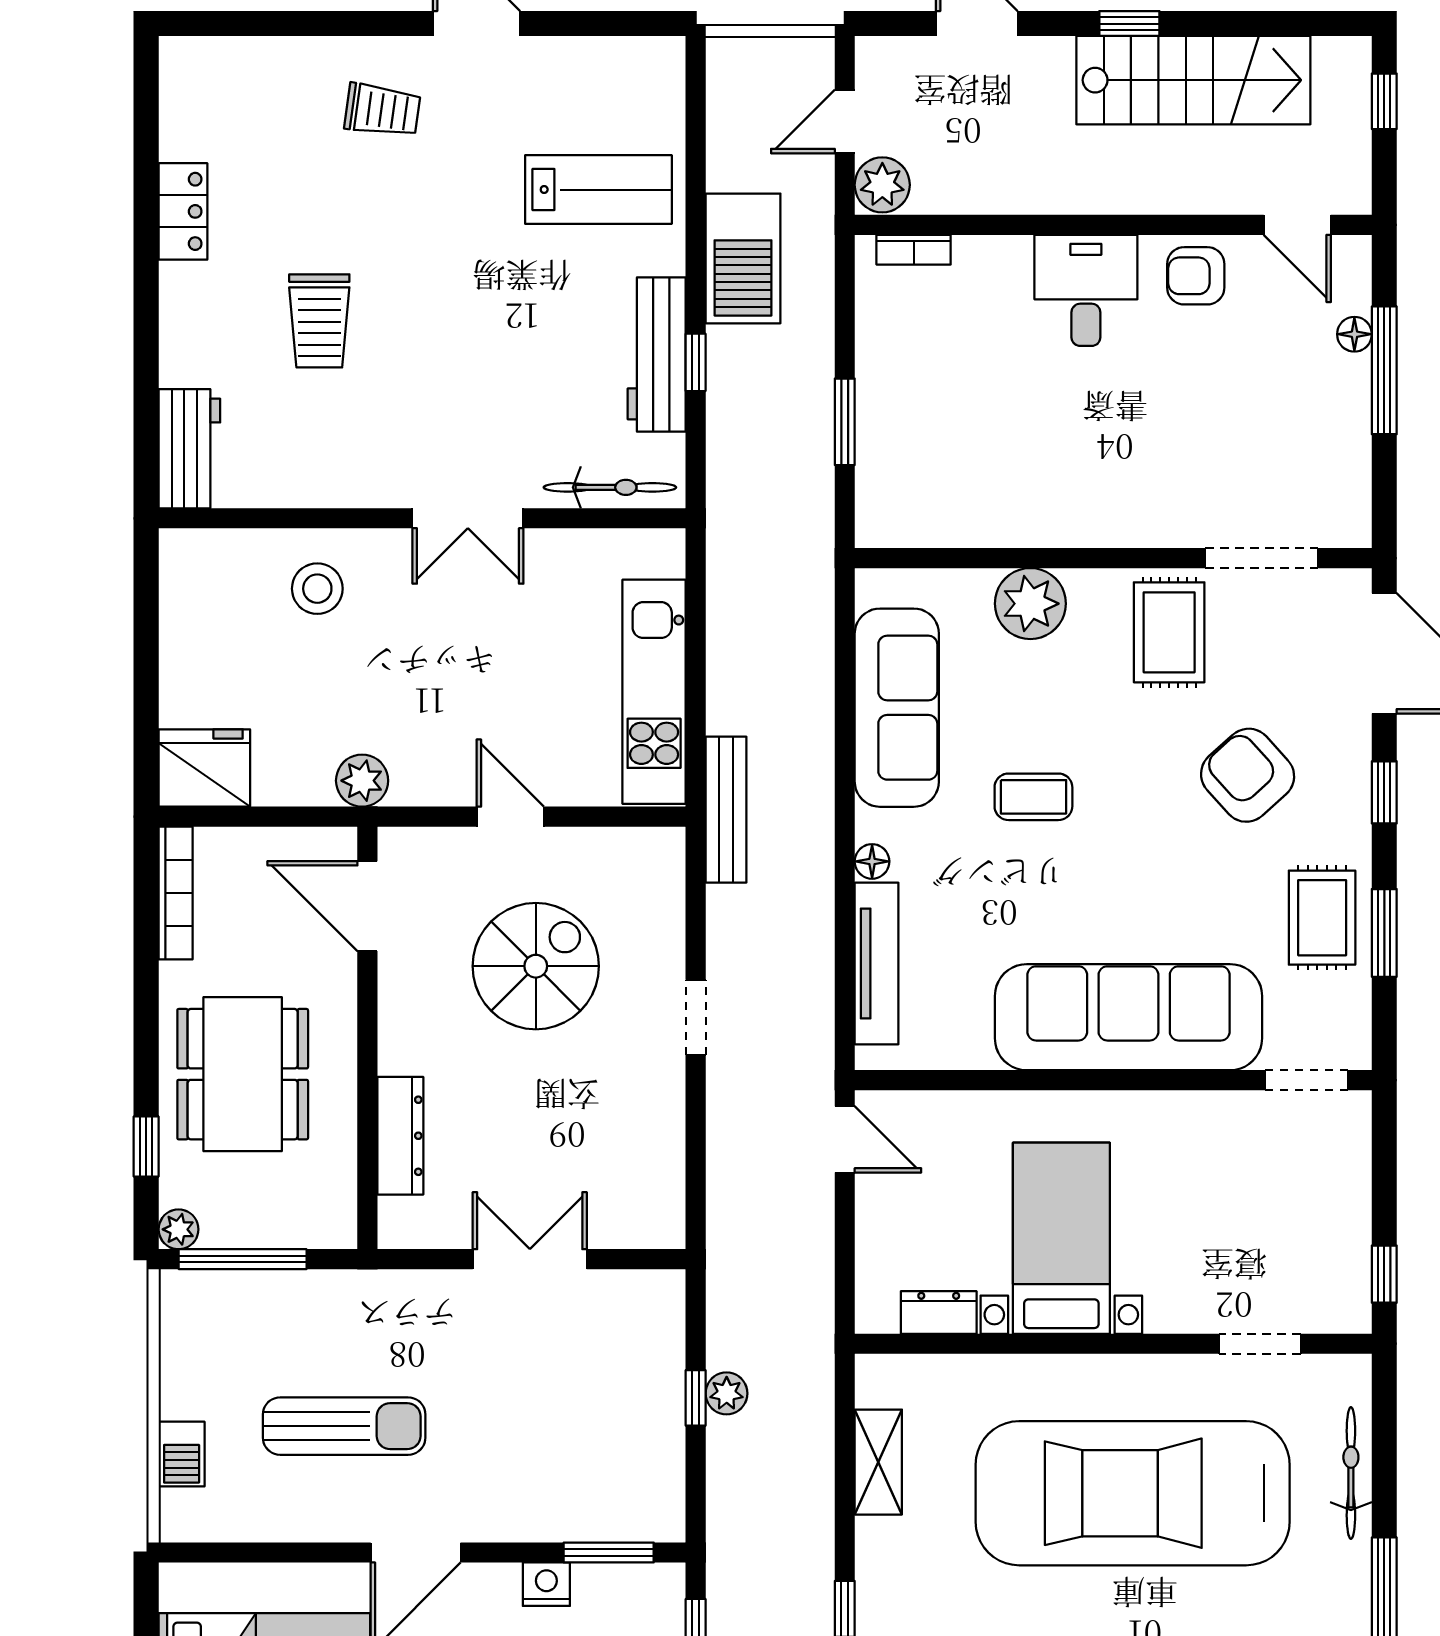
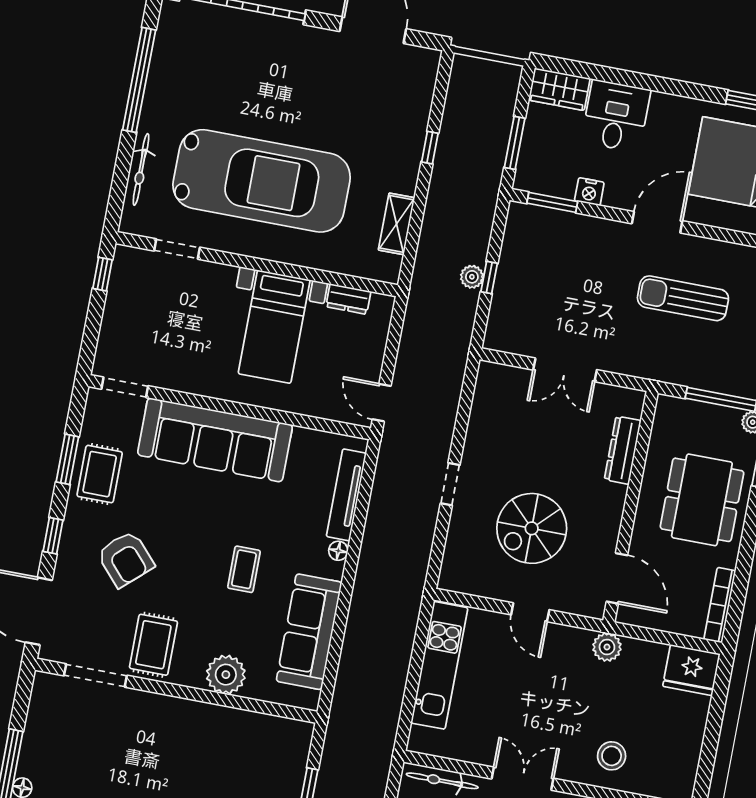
coffee table: (1033, 797) -> (244, 569), turned 90
bench: (726, 810) -> (412, 594), removed

